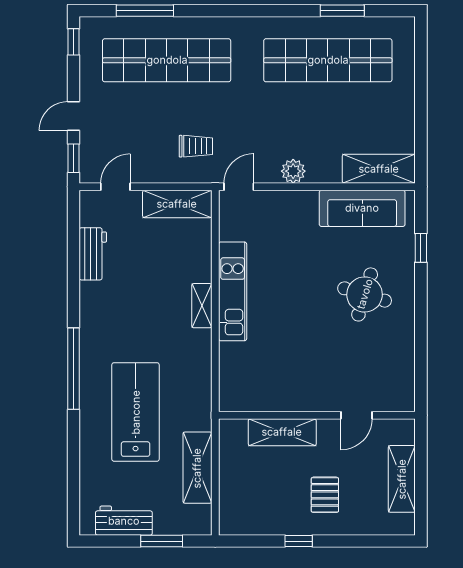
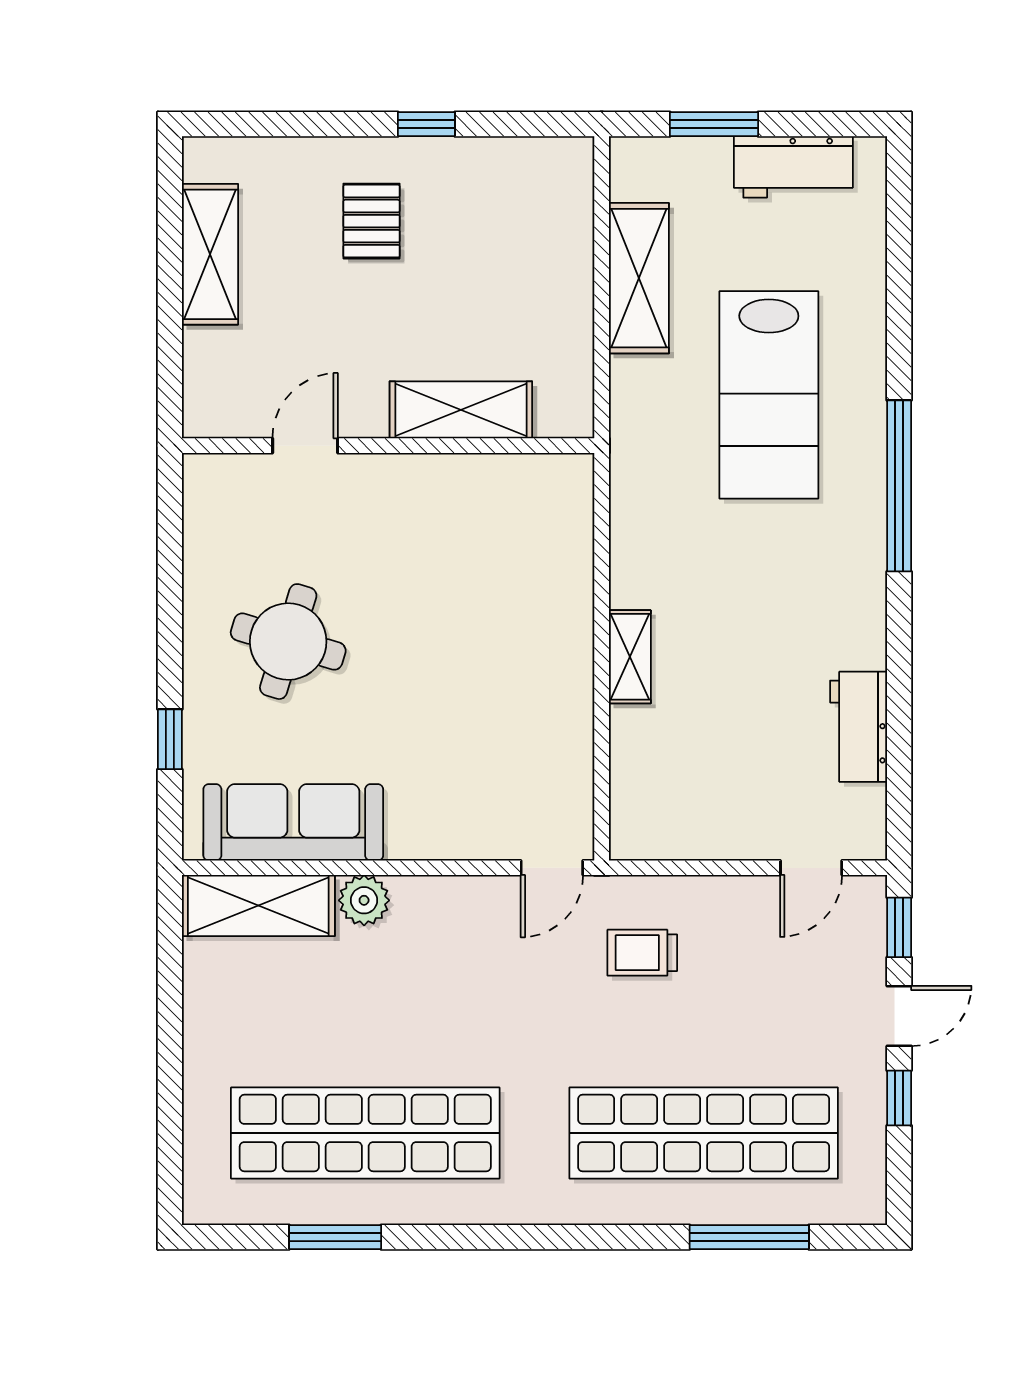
window: (73, 42) -> (899, 1098), moved
plant: (293, 171) -> (364, 900), moved
shelving: (177, 204) -> (681, 831), removed
kitchen unit: (233, 291) -> (565, 648), removed
shelving: (202, 306) -> (630, 657), moved
wall: (317, 415) -> (388, 446), moved
door: (357, 415) -> (305, 446), moved
shelving: (282, 432) -> (461, 410), moved

